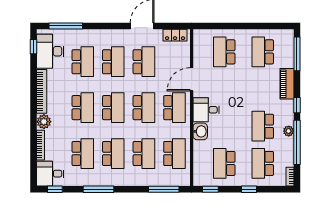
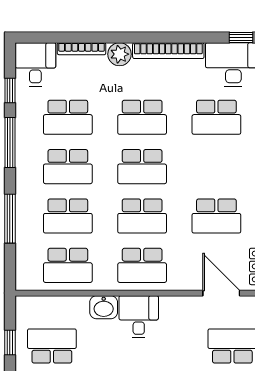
school desk: (113, 62) -> (216, 167), removed
door: (192, 79) -> (221, 293), moved
window: (55, 189) -> (10, 91), moved
window: (164, 189) -> (10, 219), moved
window: (210, 189) -> (10, 342), moved

